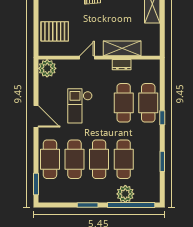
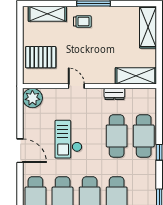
shelving: (122, 48) -> (136, 76), moved
door: (87, 58) -> (76, 86), hinge flipped

